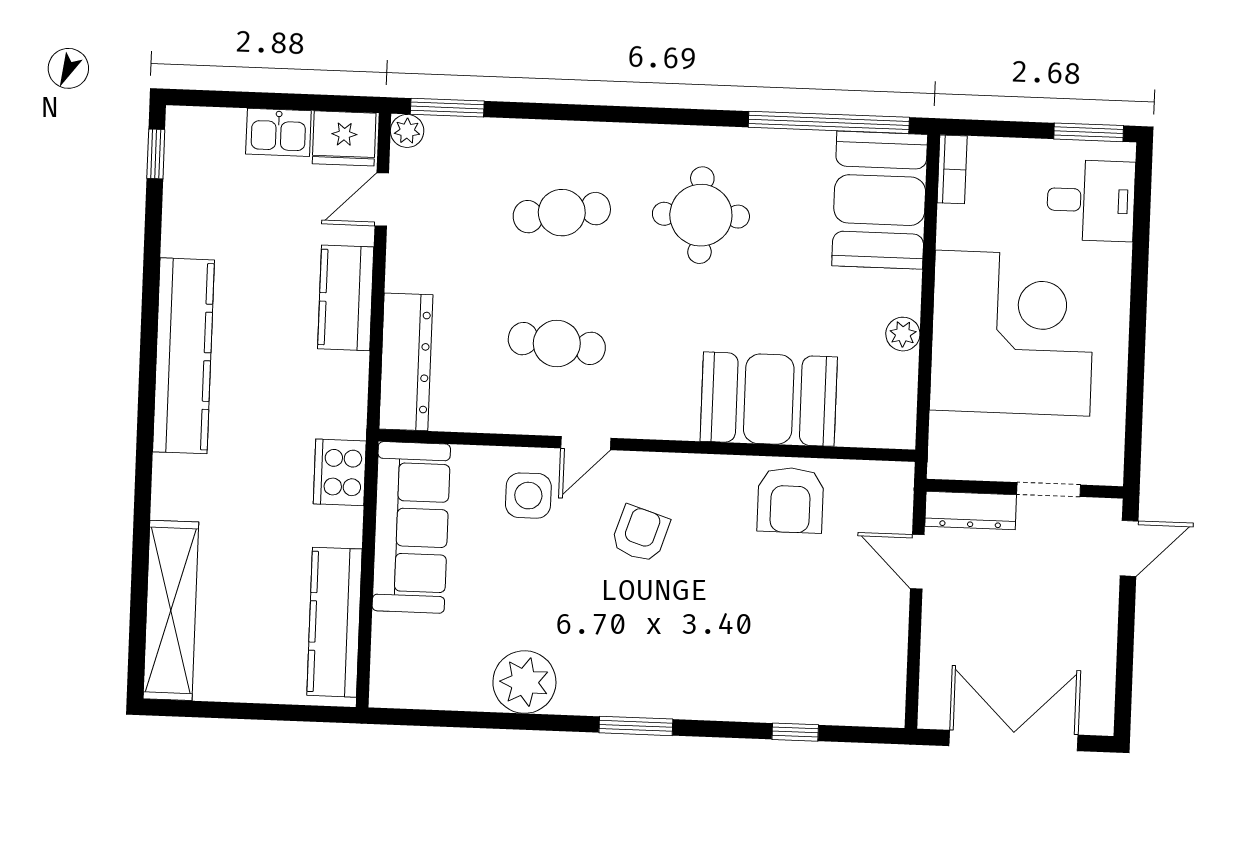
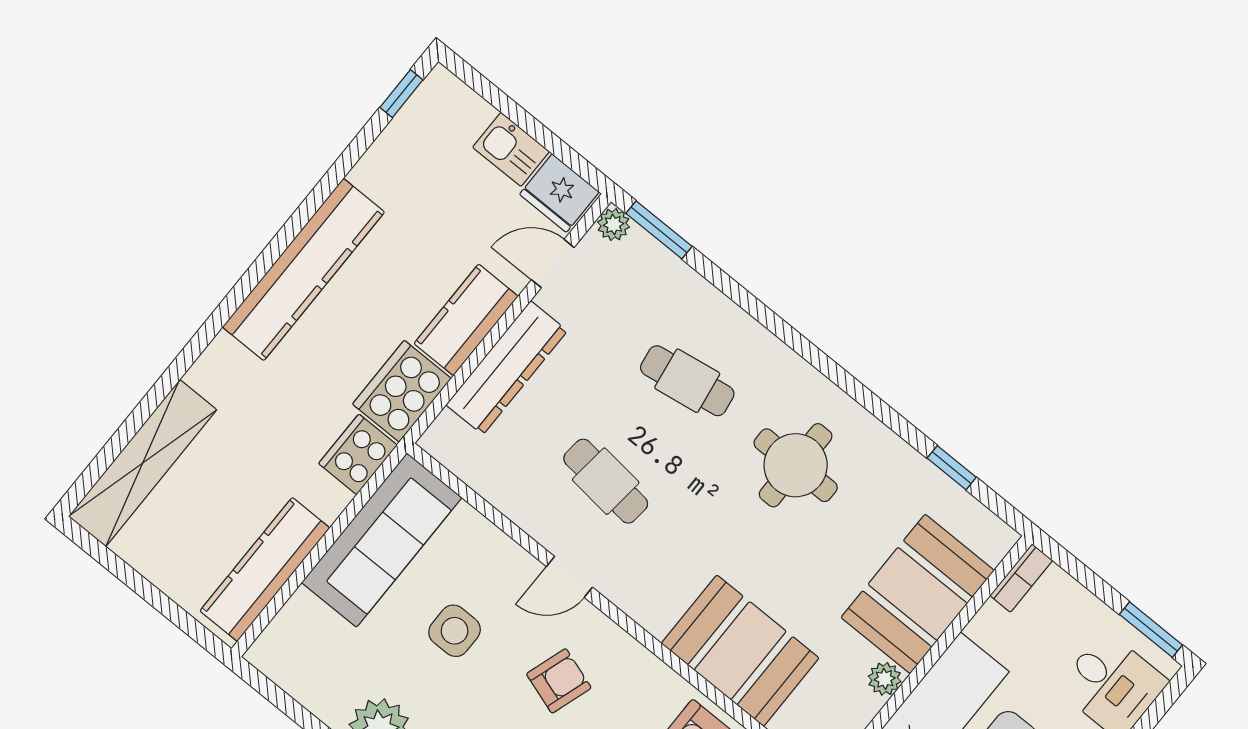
window: (829, 122) -> (952, 468), width x0.32
booth: (880, 200) -> (918, 594), moved
dresser: (406, 362) -> (507, 368), moved
cooker: (337, 395) -> (402, 391), added
side table: (528, 496) -> (455, 631), moved

